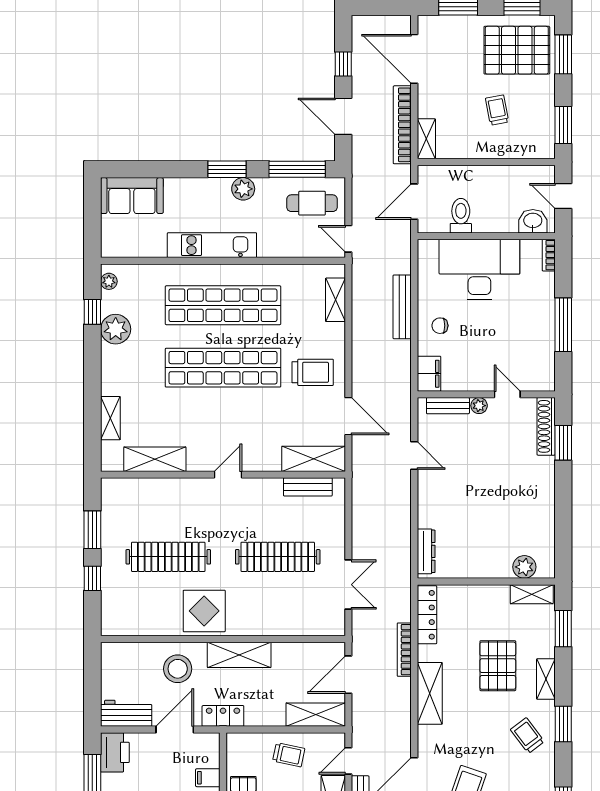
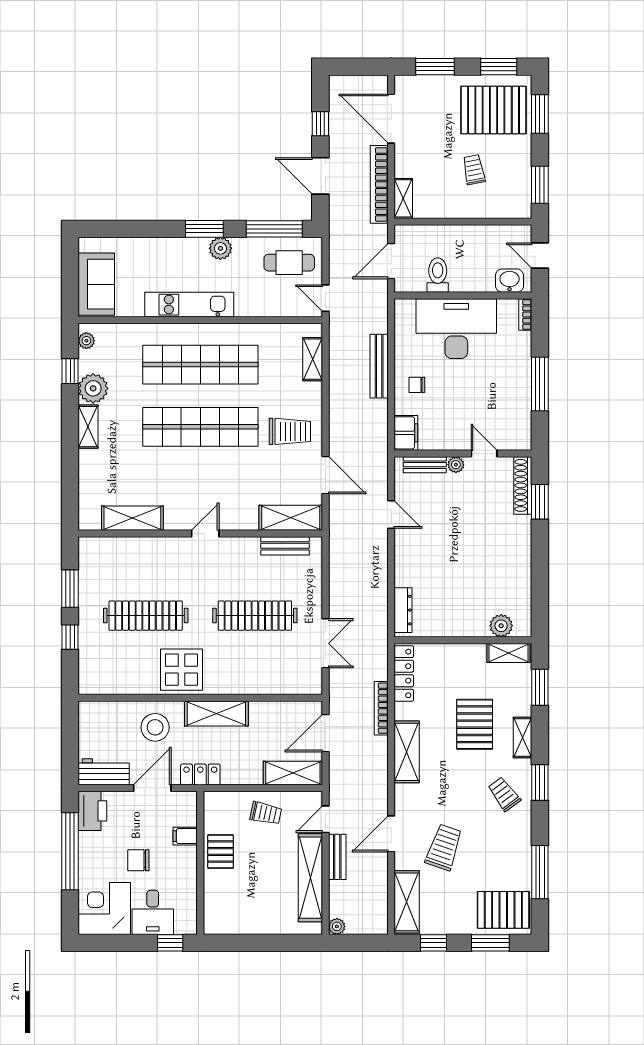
sofa: (132, 196) -> (96, 284), moved, turned -90
shelving: (110, 418) -> (88, 427), moved

